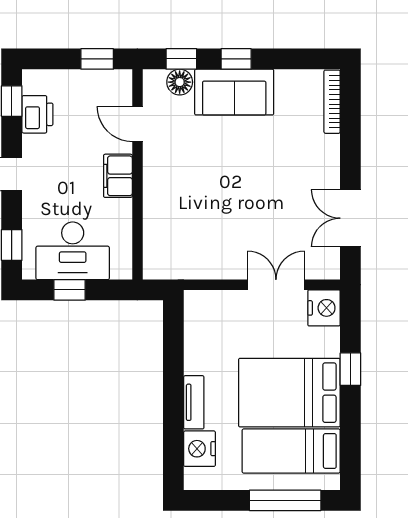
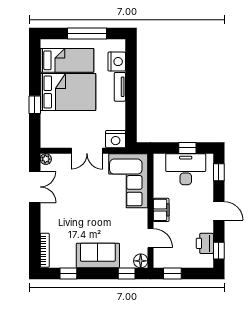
window: (236, 59) -> (68, 274), moved
floor lamp: (180, 82) -> (141, 261), moved
corner sofa: (178, 230) -> (128, 181), added
plant: (330, 269) -> (46, 159), added
double door: (276, 285) -> (87, 151), moved
nightstand: (324, 308) -> (116, 139), moved, turned -90
window: (285, 500) -> (87, 34), moved

